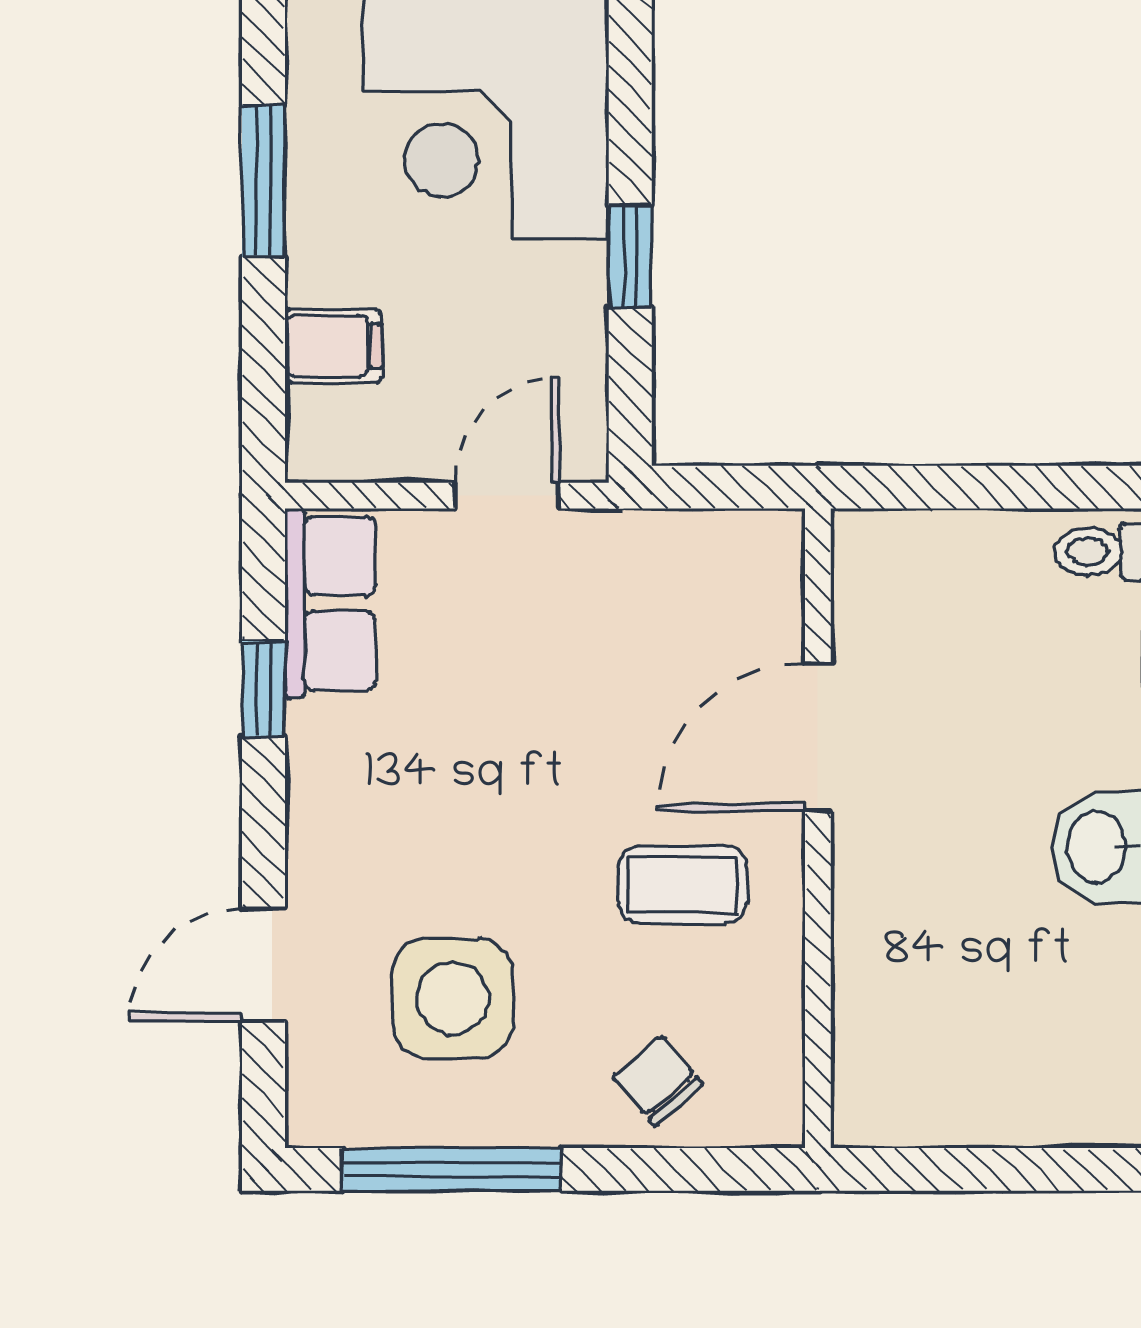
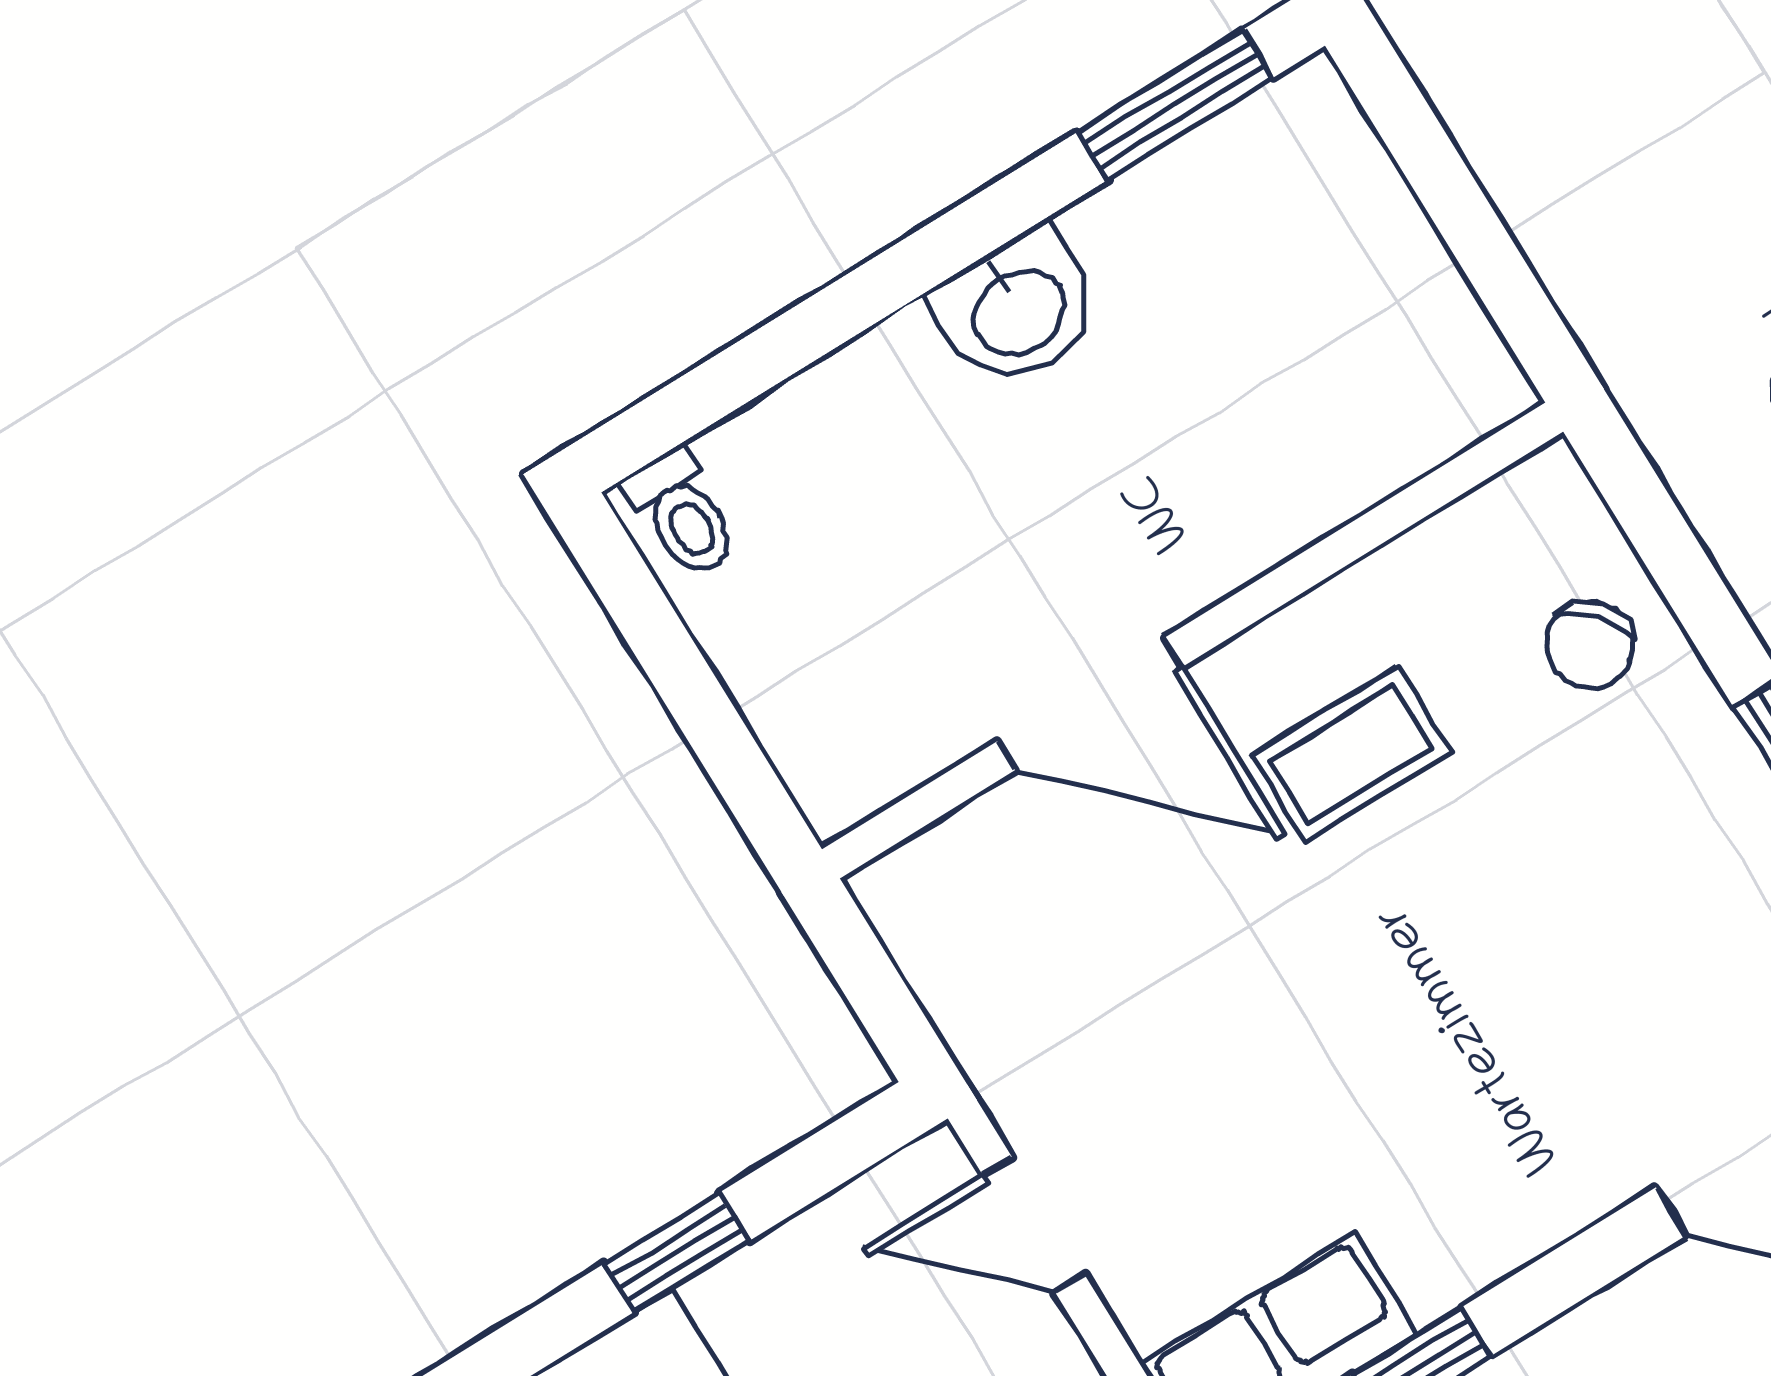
coffee table: (682, 885) -> (1351, 754), turned 90
side table: (453, 999) -> (1640, 935), removed

